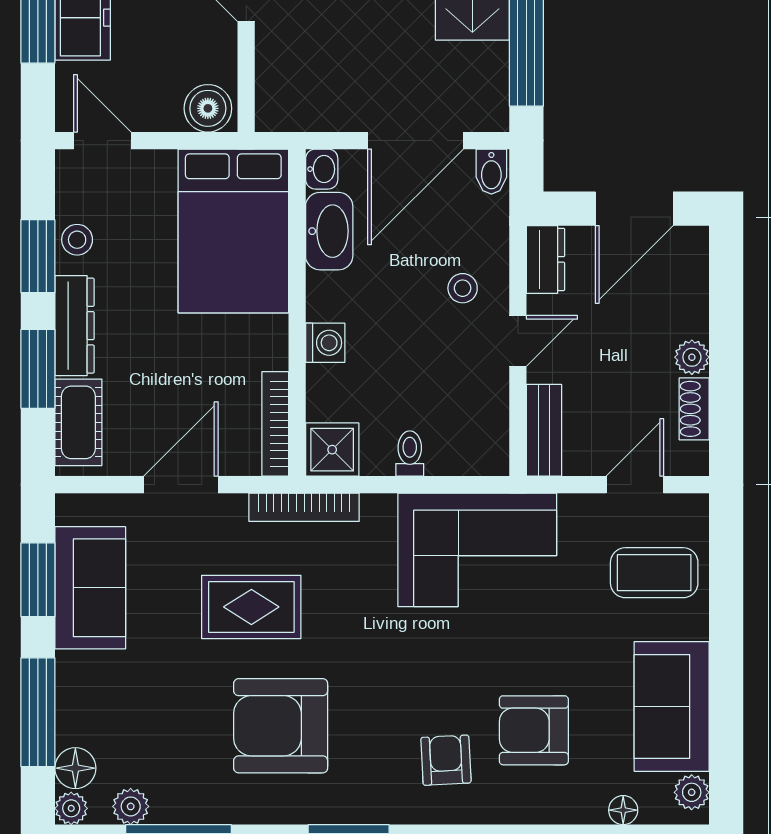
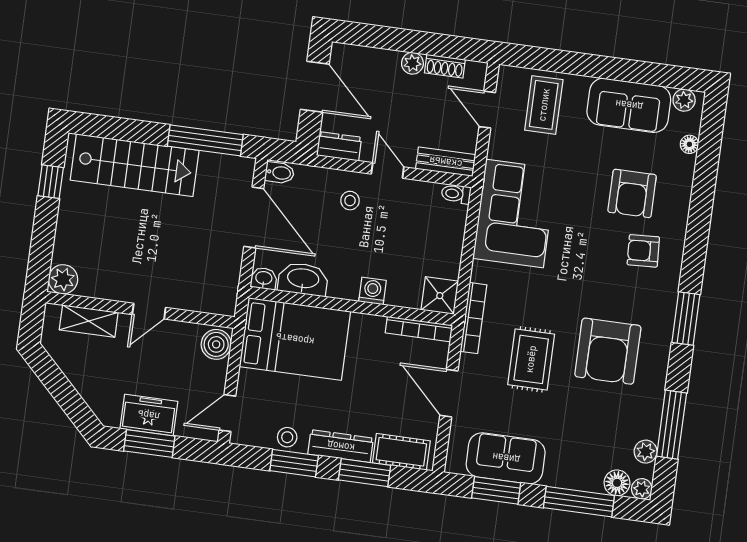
toilet: (410, 454) -> (456, 194), moved

